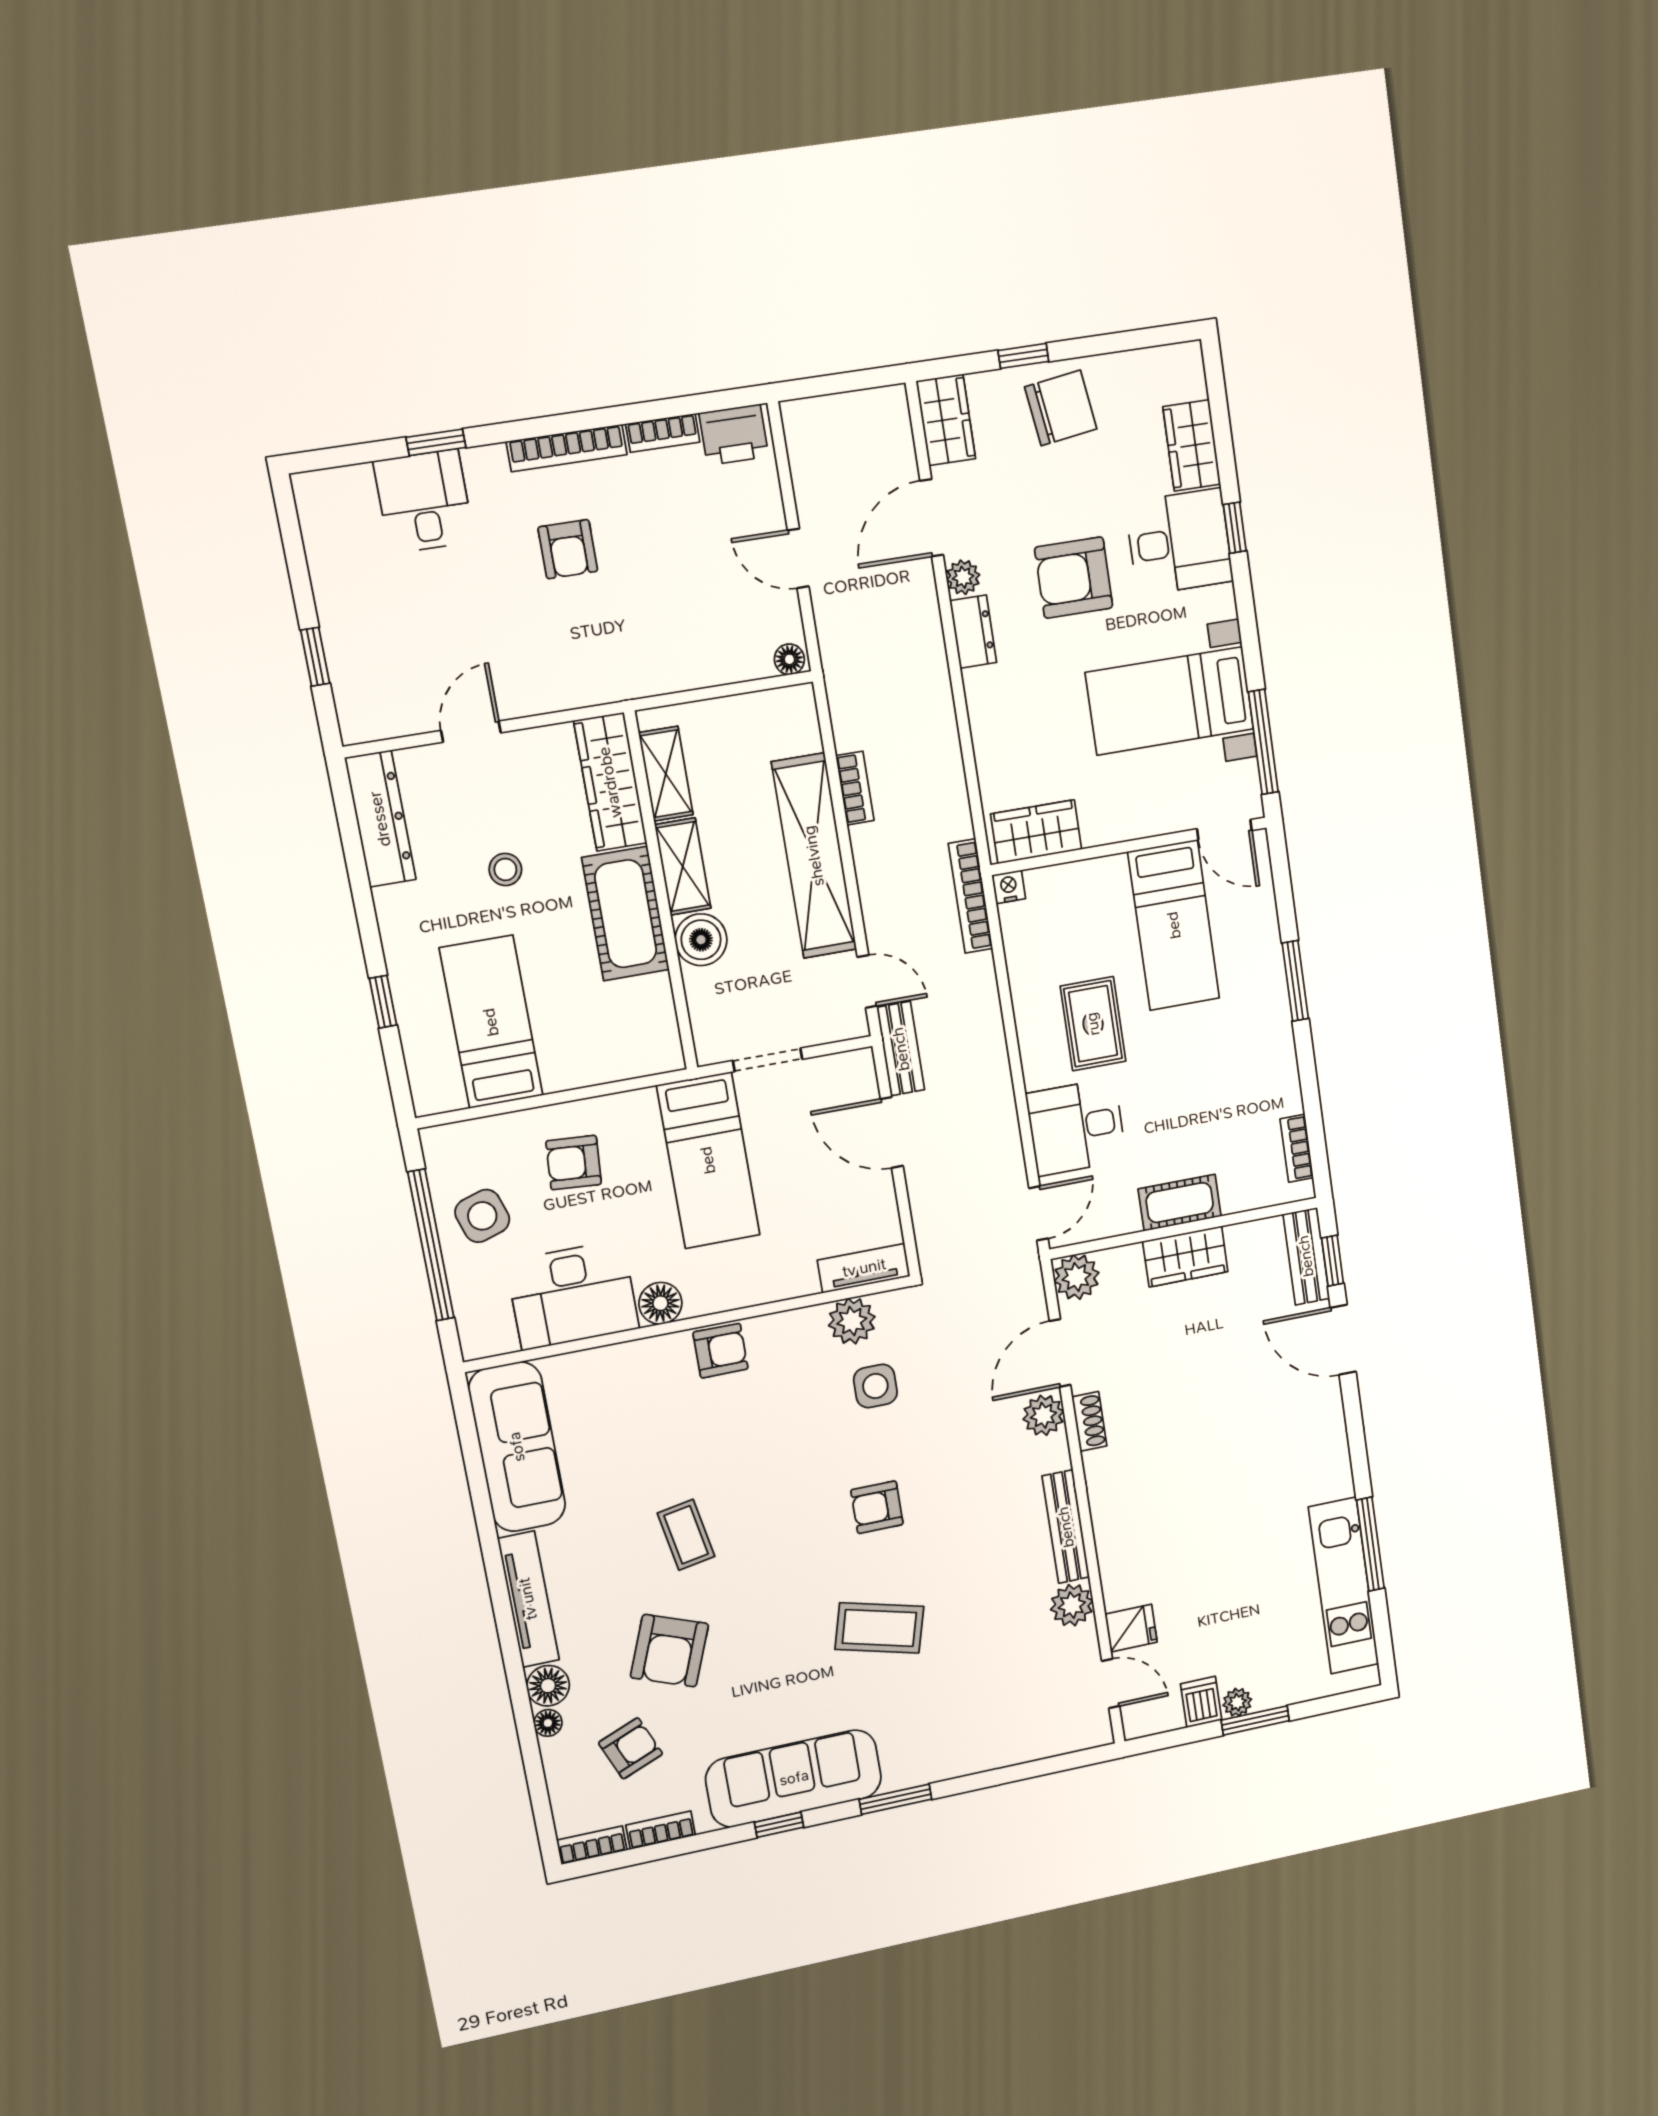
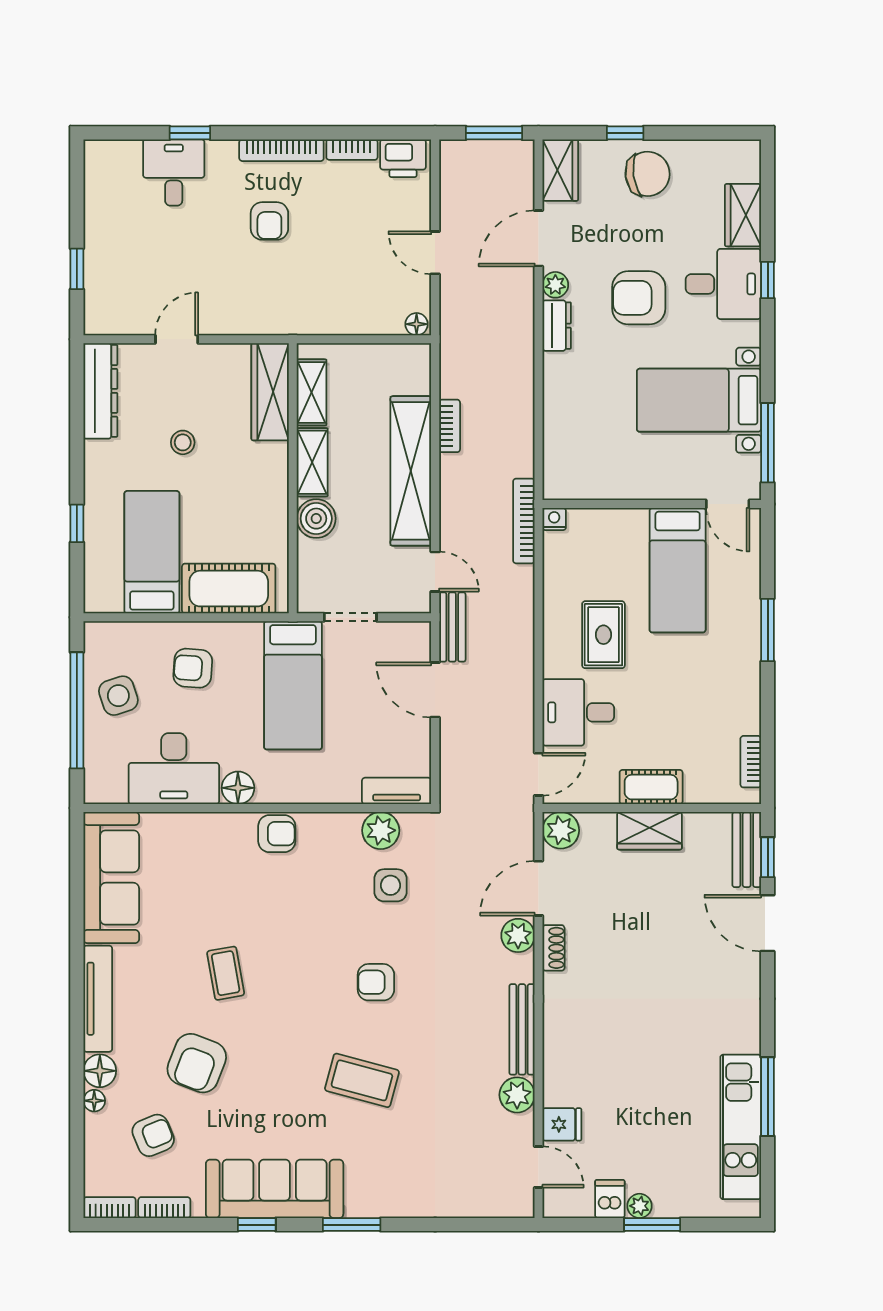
window: (850, 381) -> (494, 133), added
wardrobe: (1036, 832) -> (582, 481), removed
cot: (626, 914) -> (229, 589), moved, turned 90

